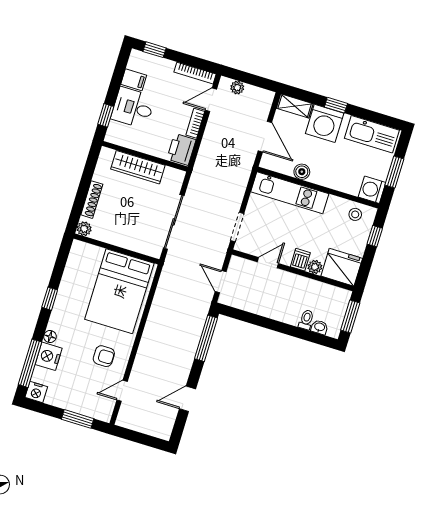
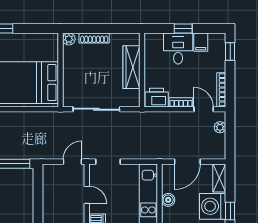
window: (106, 115) -> (183, 28), moved
door: (221, 282) -> (72, 162), moved

